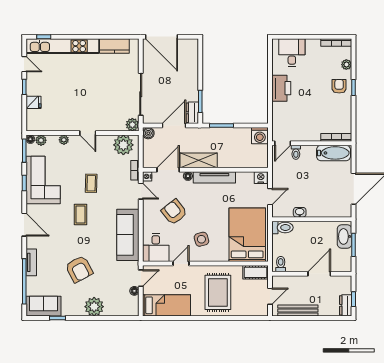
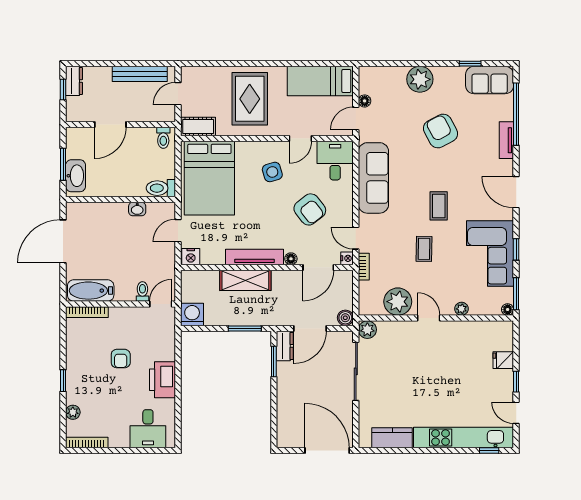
armchair: (339, 86) -> (121, 359), moved
plant: (41, 140) -> (493, 308), removed
plant: (123, 145) -> (398, 302), moved
shelving: (199, 160) -> (245, 280), moved

